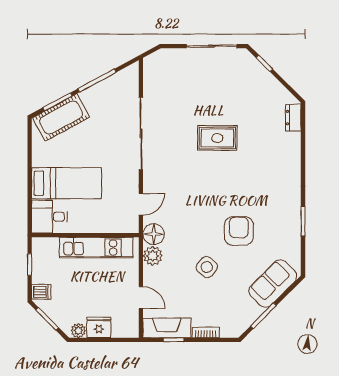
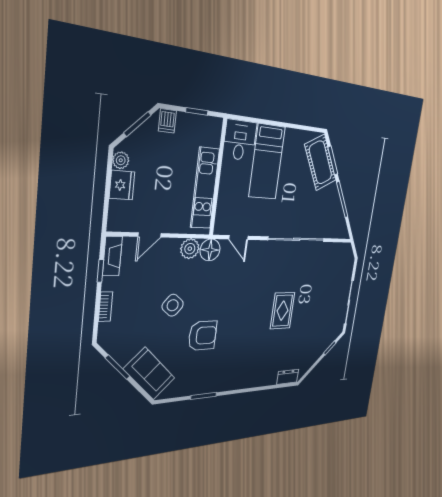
fireplace: (167, 328) -> (112, 256), width x0.73, depth x0.76

